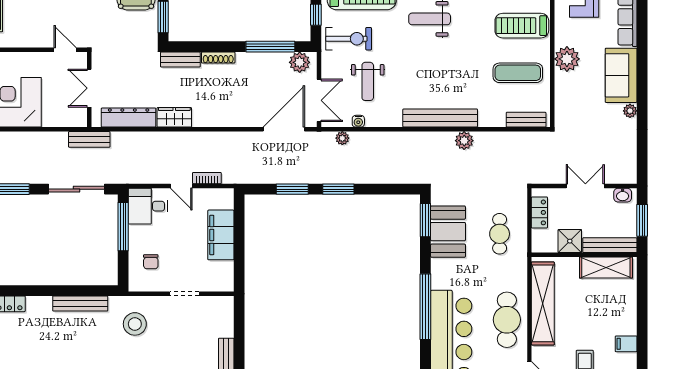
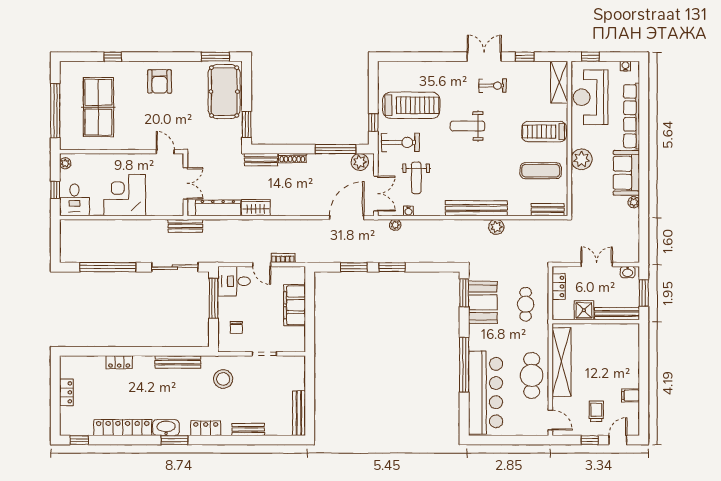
double door: (89, 88) -> (185, 183), swing flipped
shelving: (606, 268) -> (614, 332), removed

